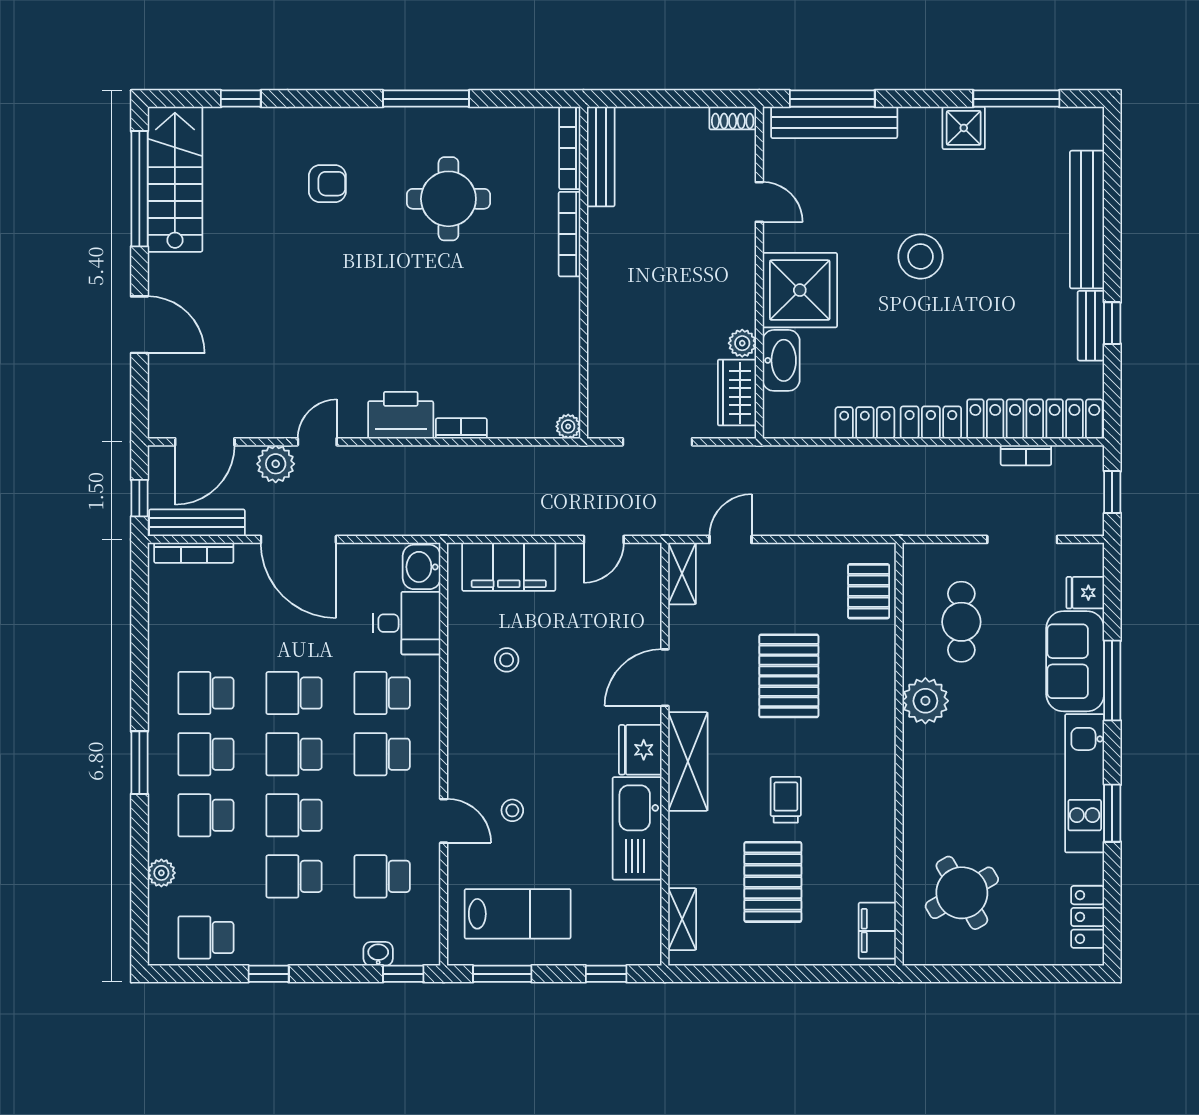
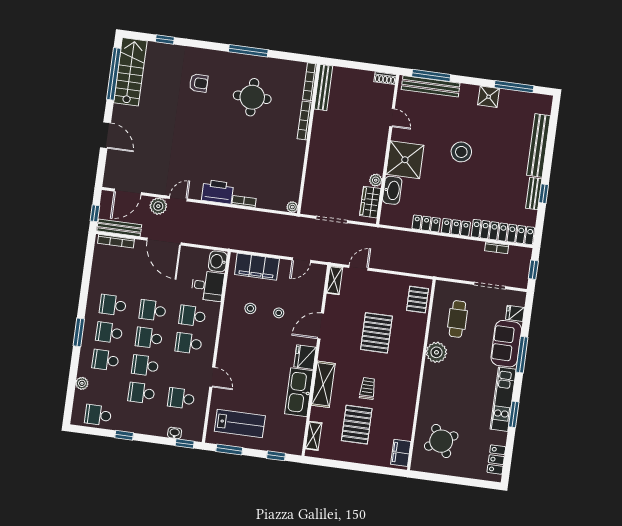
shelving: (688, 762) -> (323, 384), moved
stool: (512, 810) -> (279, 313), moved

